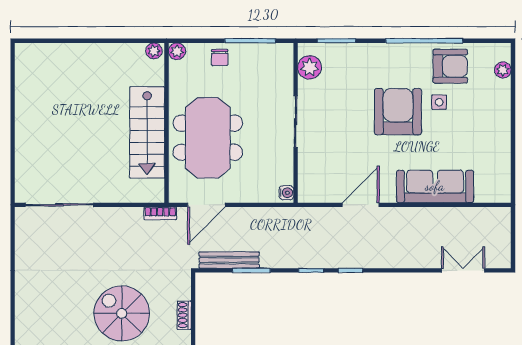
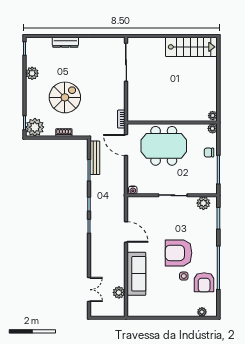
armchair: (398, 112) -> (178, 253), turned 180
stairs: (147, 132) -> (191, 47), moved, turned 180
plant: (468, 218) -> (119, 292), added
dresser: (24, 313) -> (65, 42), added

